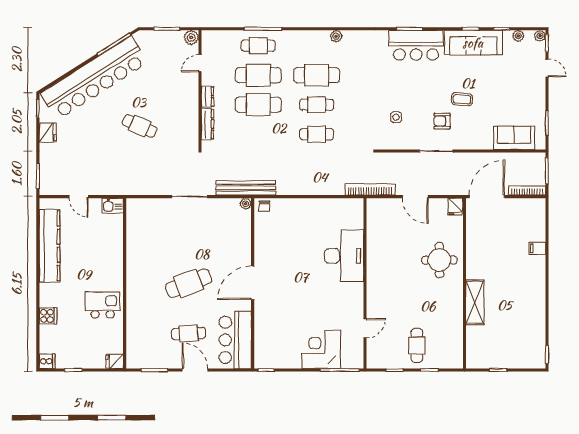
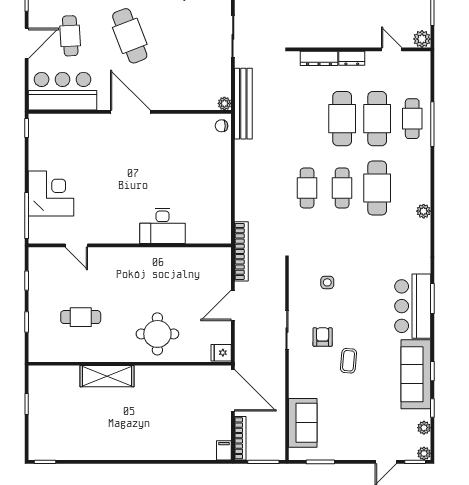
filing cabinet: (537, 248) -> (224, 450), moved
desk: (344, 256) -> (163, 226), width x0.73, depth x0.77
cafe table: (417, 345) -> (81, 317), moved

